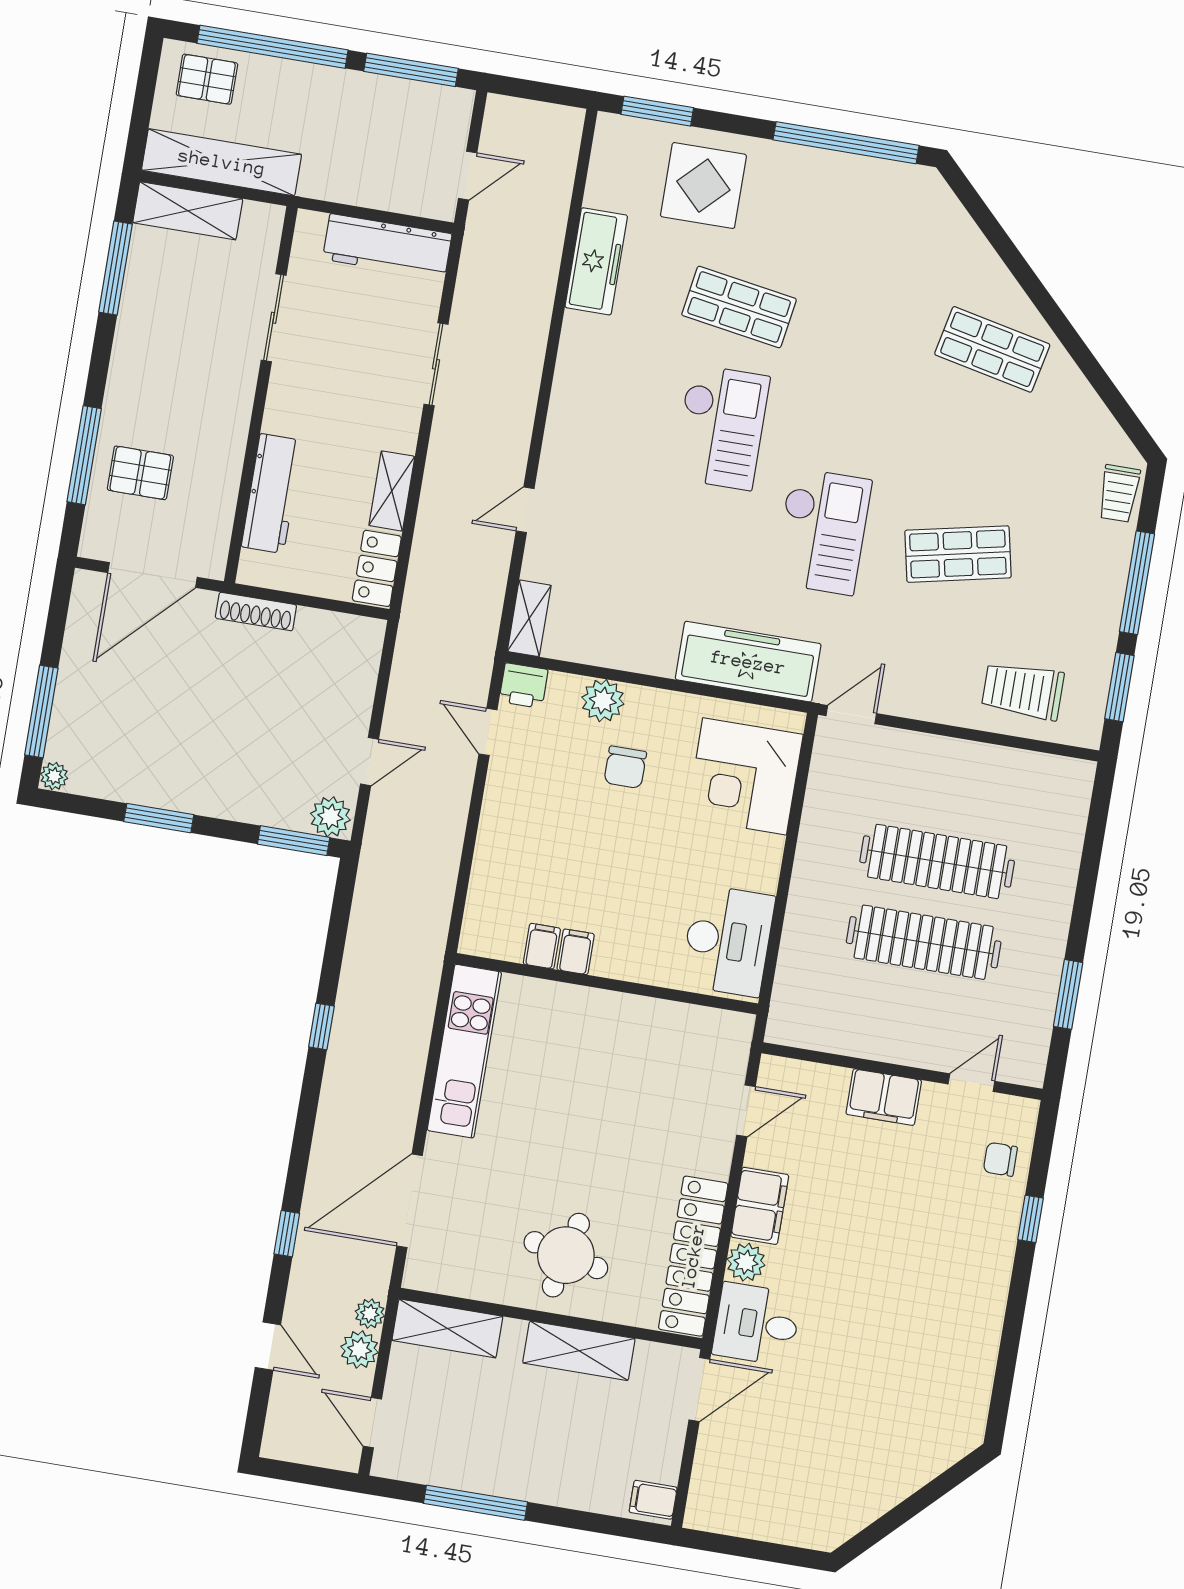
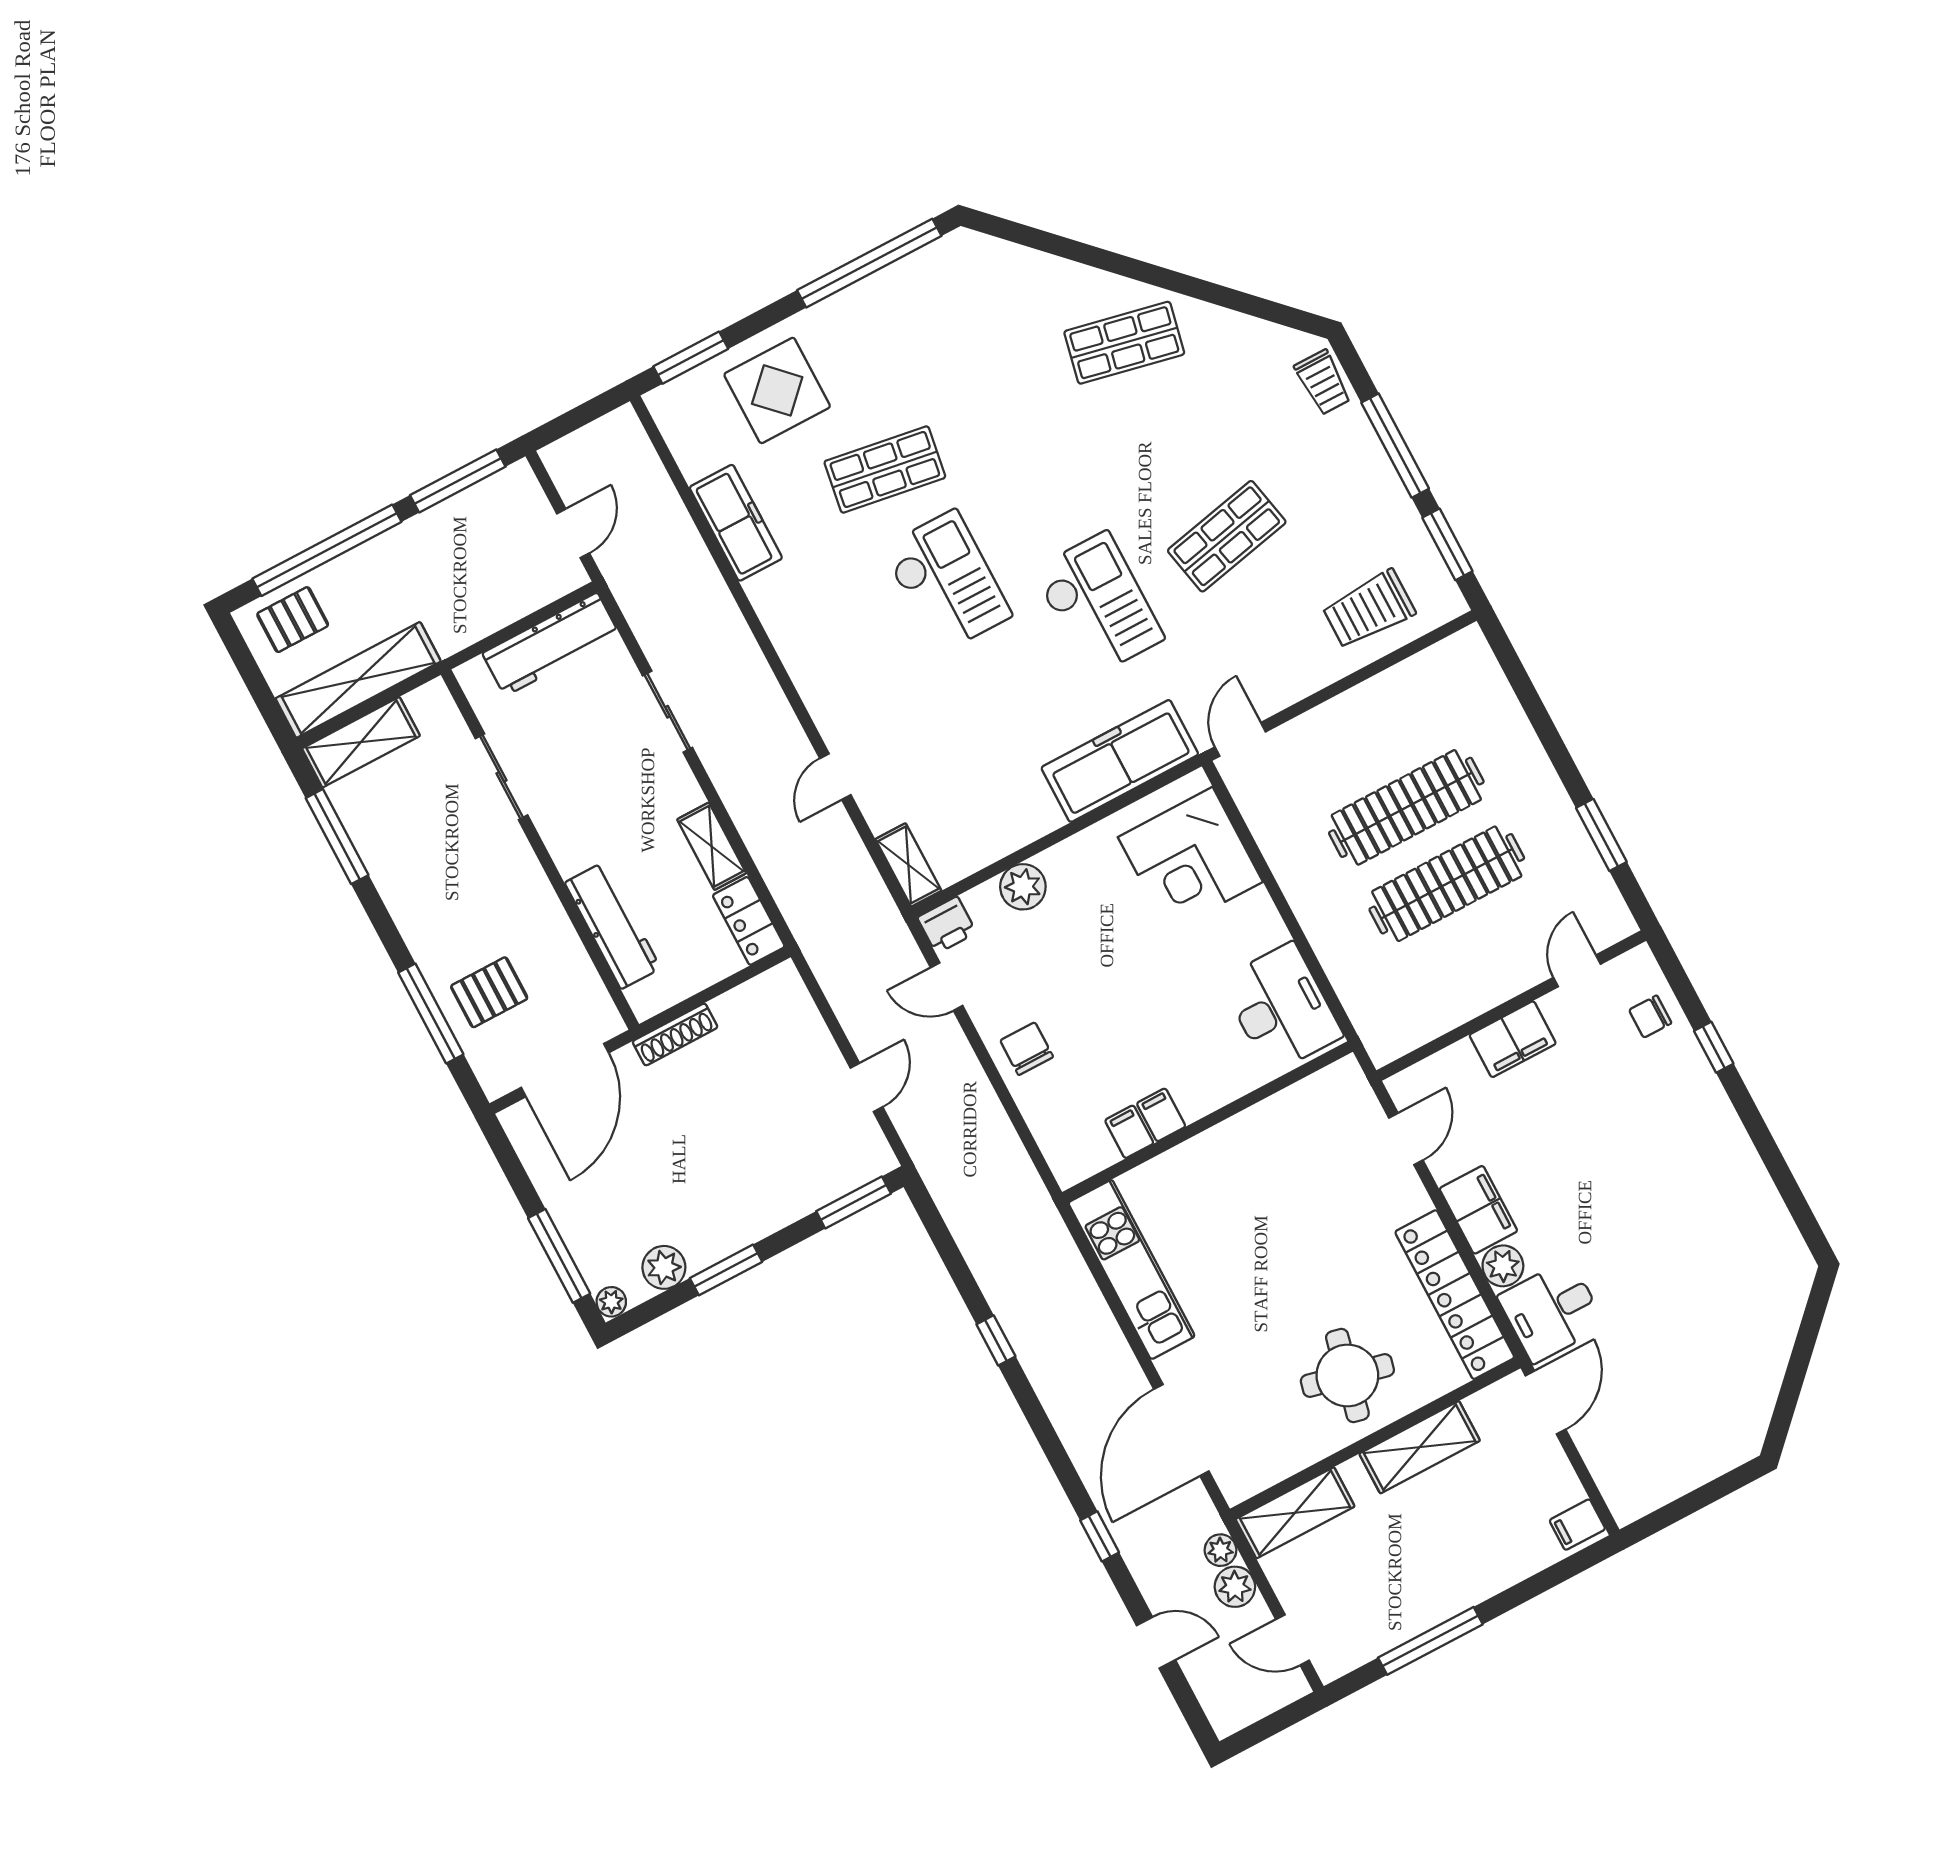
chair: (625, 767) -> (1027, 1049), moved, turned 180
plant: (330, 817) -> (664, 1267), moved

